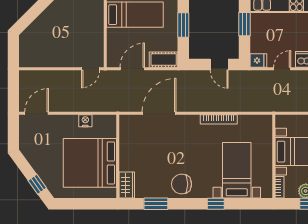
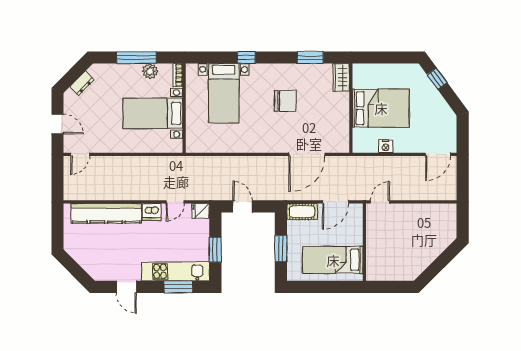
bookcase: (219, 119) -> (243, 148), removed
bed: (90, 163) -> (381, 108), width x0.73
chair: (182, 184) -> (285, 101), moved

